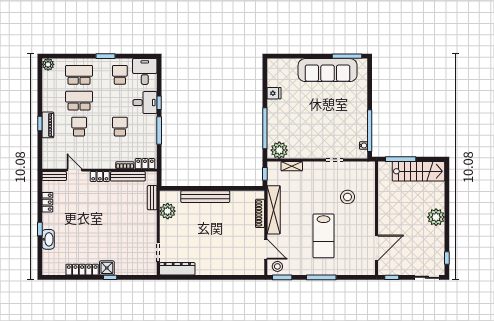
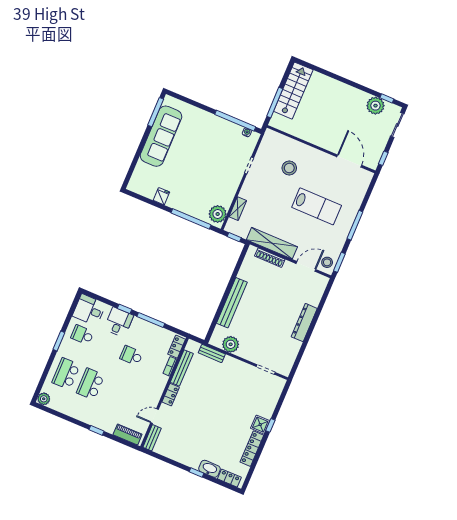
piano: (48, 125) -> (128, 434), moved
school desk: (79, 127) -> (115, 394), removed
locker: (47, 202) -> (229, 478), moved
plant: (436, 217) -> (375, 106), moved
dresser: (177, 269) -> (304, 323), moved

